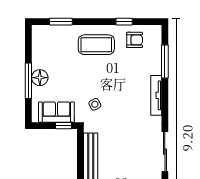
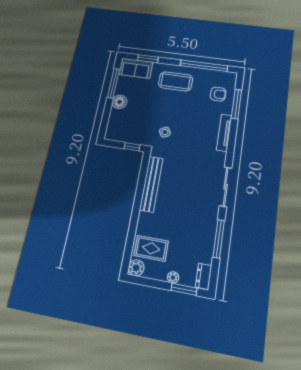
window: (124, 22) -> (204, 66), width x3.17
armchair: (135, 40) -> (218, 94), moved
window: (28, 81) -> (113, 83), moved
sofa: (56, 112) -> (136, 68), moved, turned 180

